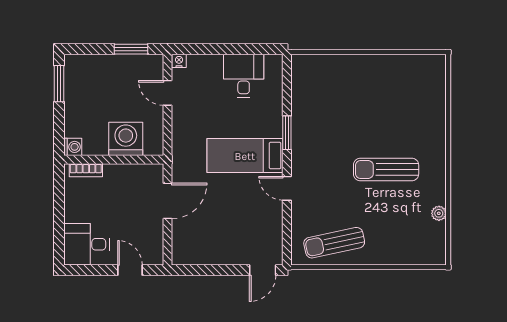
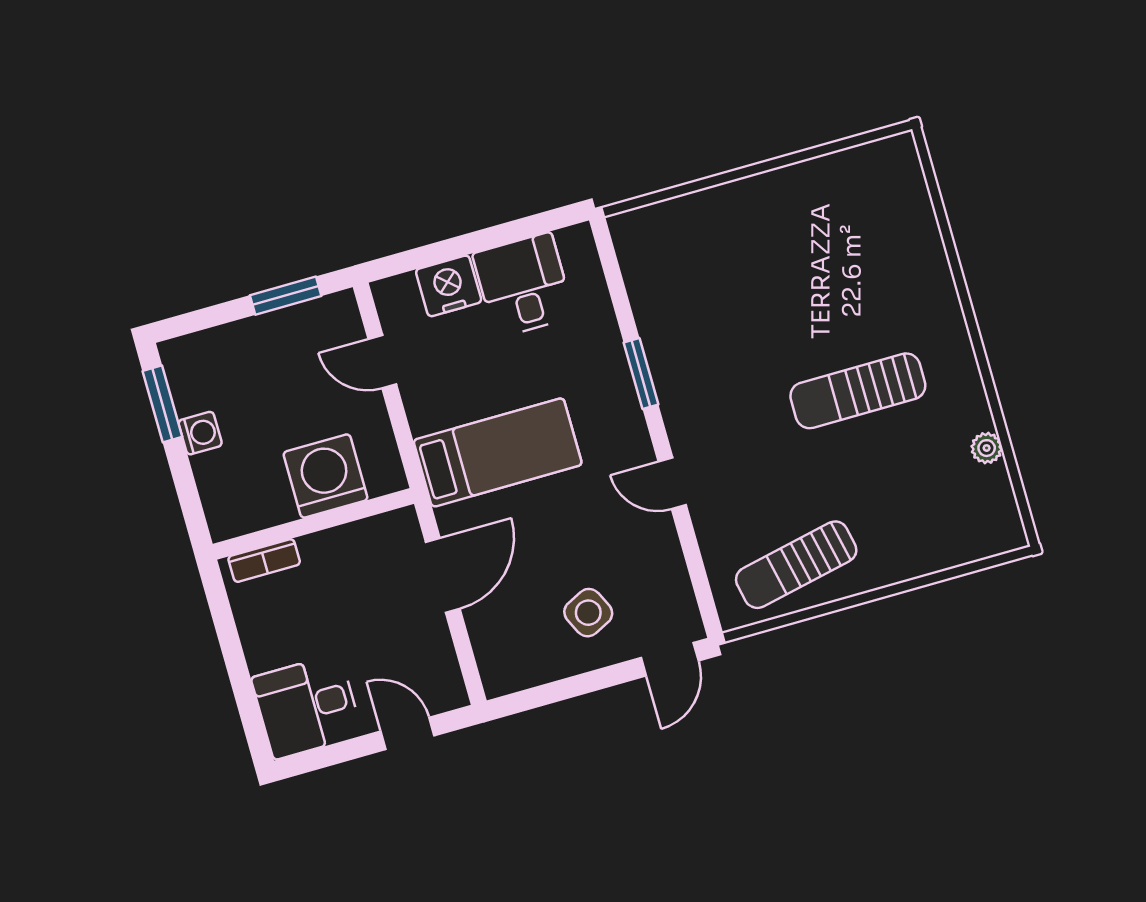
nightstand: (179, 61) -> (449, 286), moved, width x1.89, depth x1.79
washing machine: (73, 147) -> (200, 433), moved
bed: (245, 156) -> (498, 452), moved, turned 180
side table: (231, 238) -> (588, 613), added

